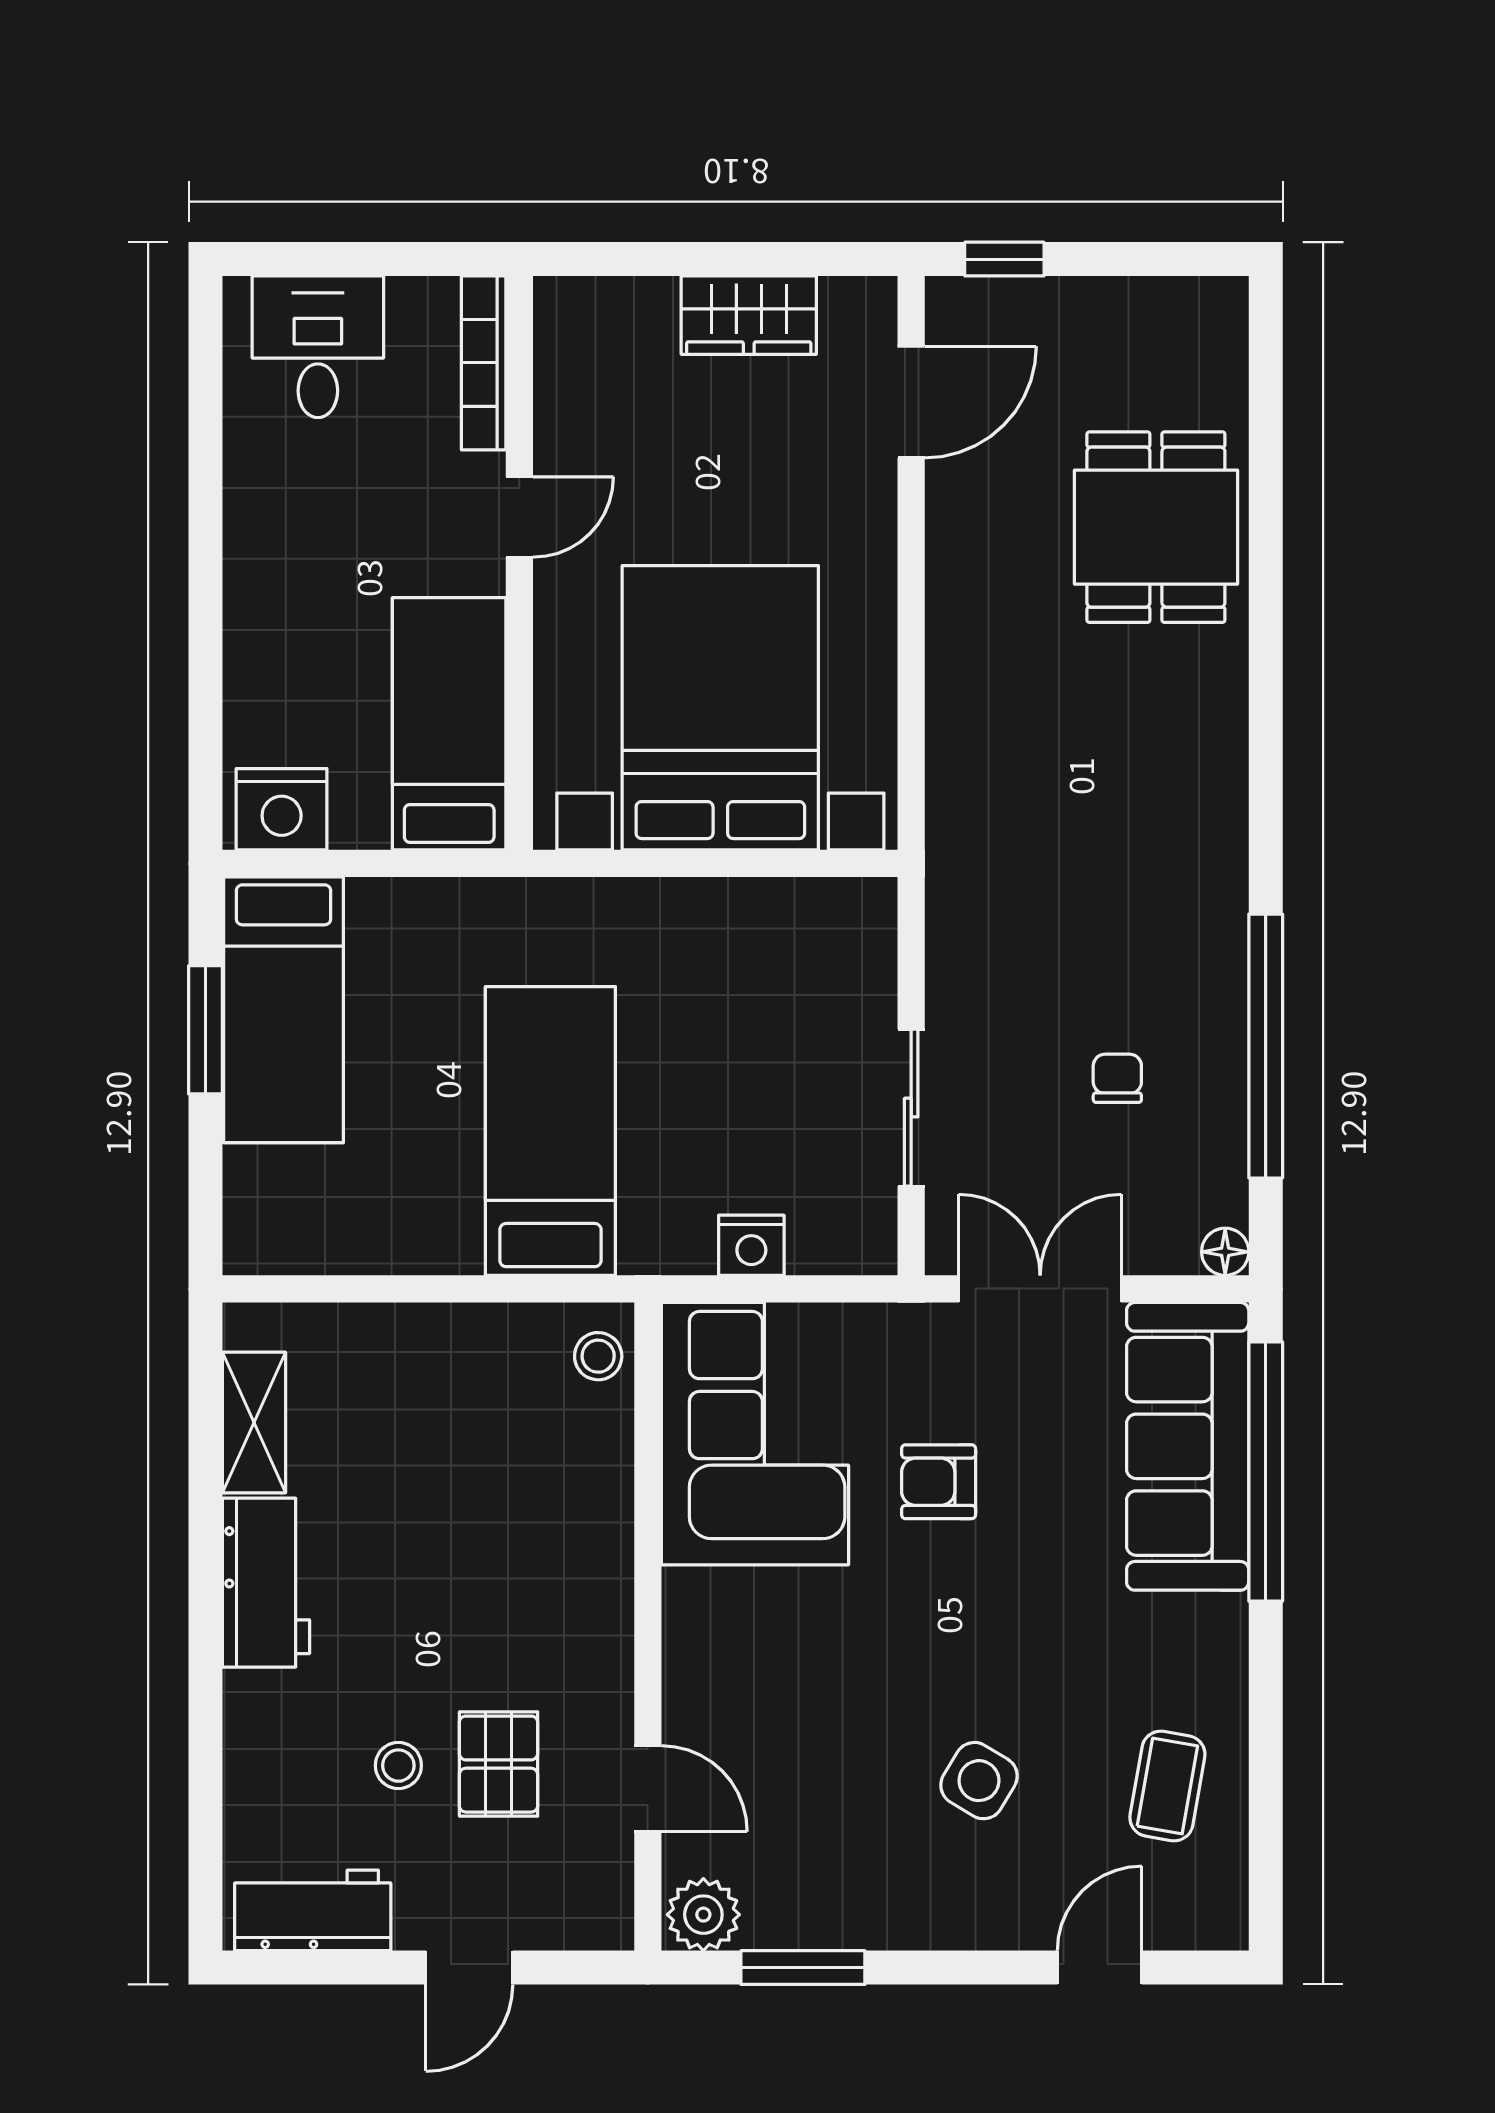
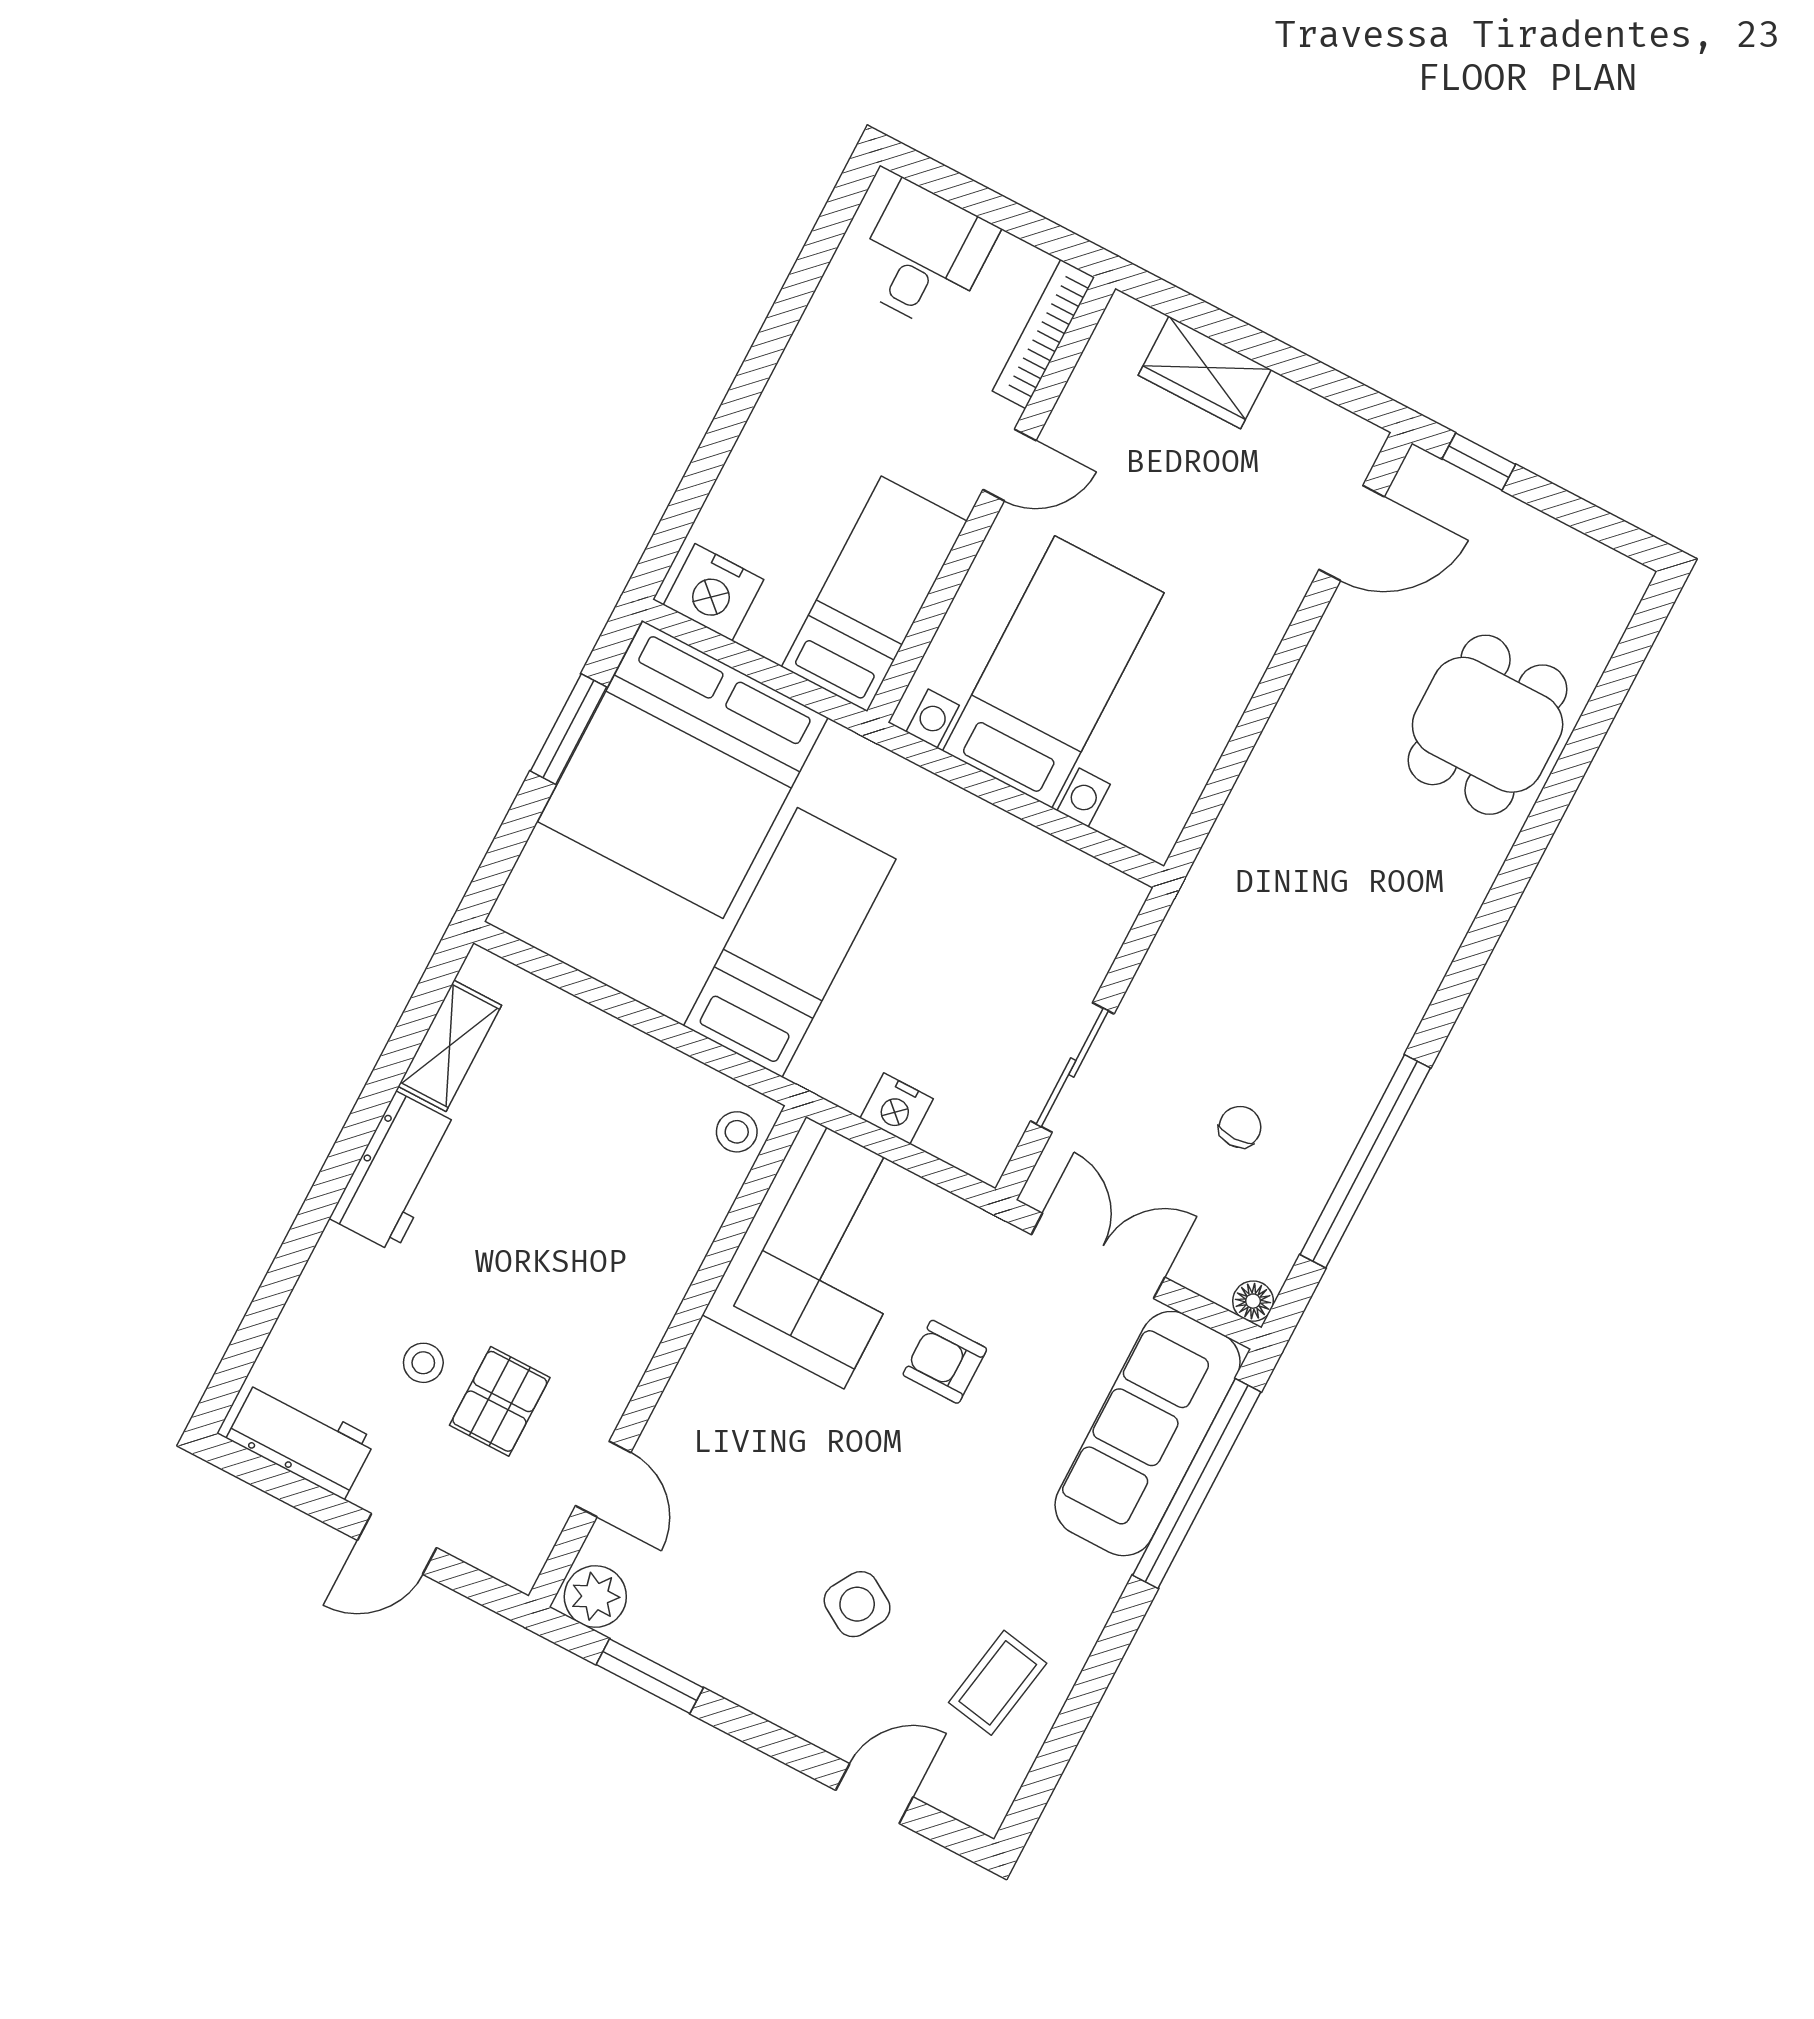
wardrobe: (749, 315) -> (1205, 372), moved
bed with nightstands: (720, 708) -> (1053, 672), width x0.73
bed: (284, 1010) -> (683, 770), width x2.04

